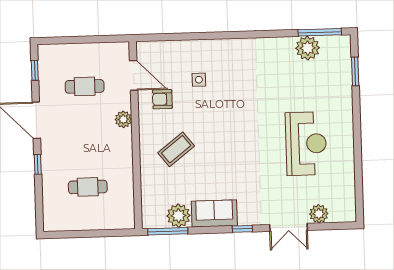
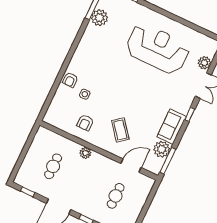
armchair: (208, 51) -> (70, 80), added
door: (134, 75) -> (131, 166), moved
reception desk: (306, 144) -> (157, 49), width x1.36, depth x1.30

